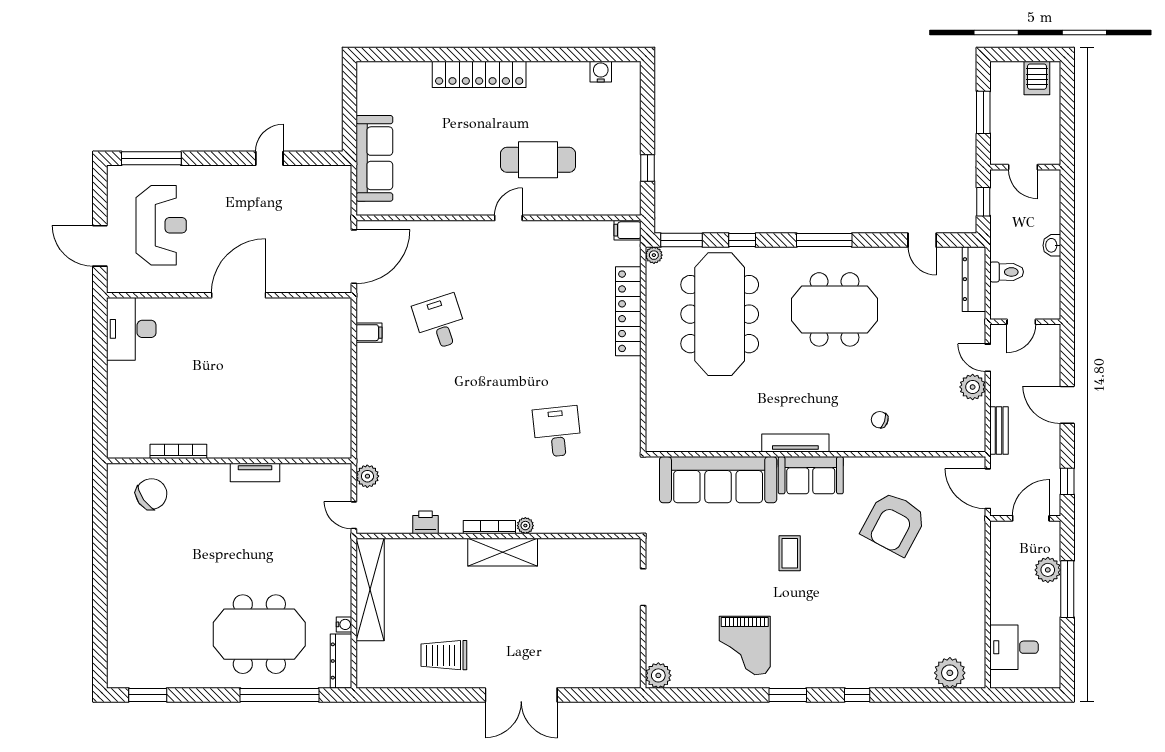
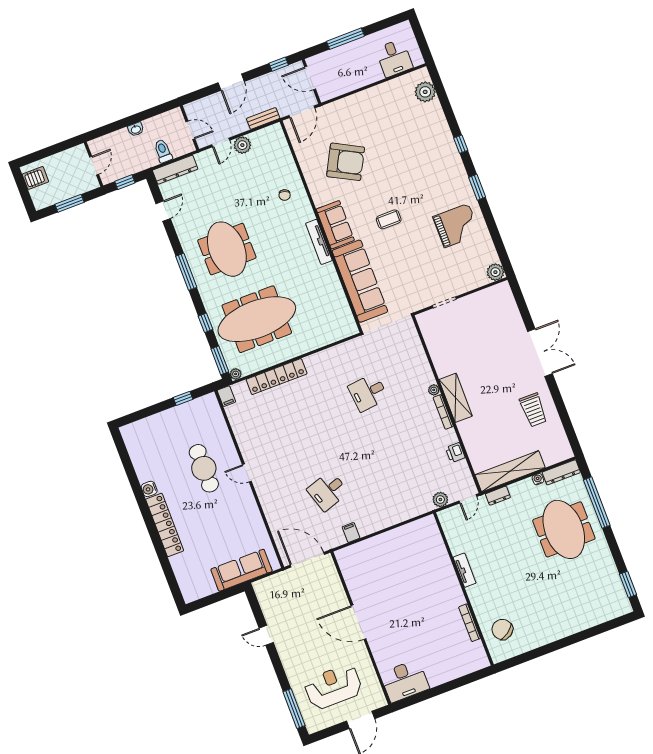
water cooler: (601, 72) -> (149, 489), moved
dresser: (342, 559) -> (498, 496), added
plant: (1048, 570) -> (338, 55), removed

